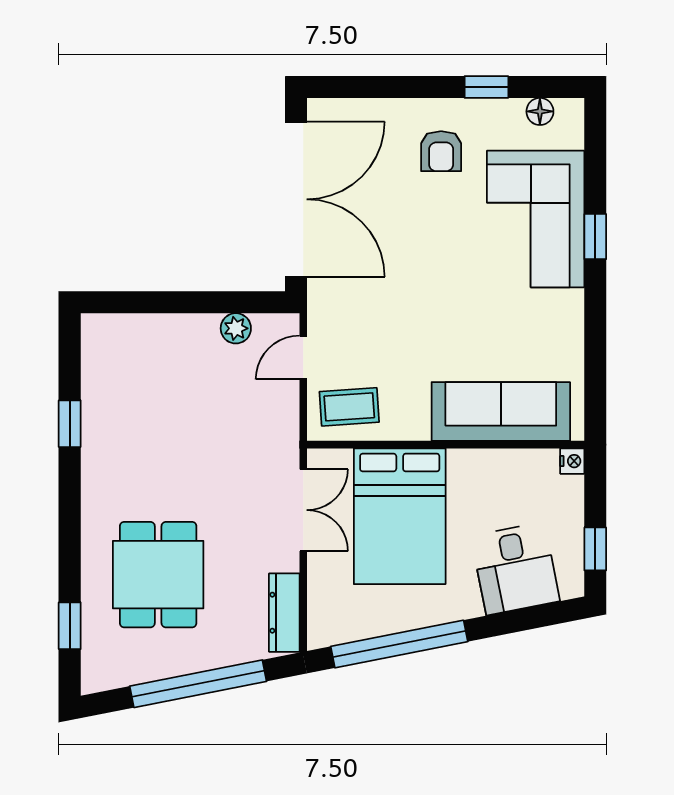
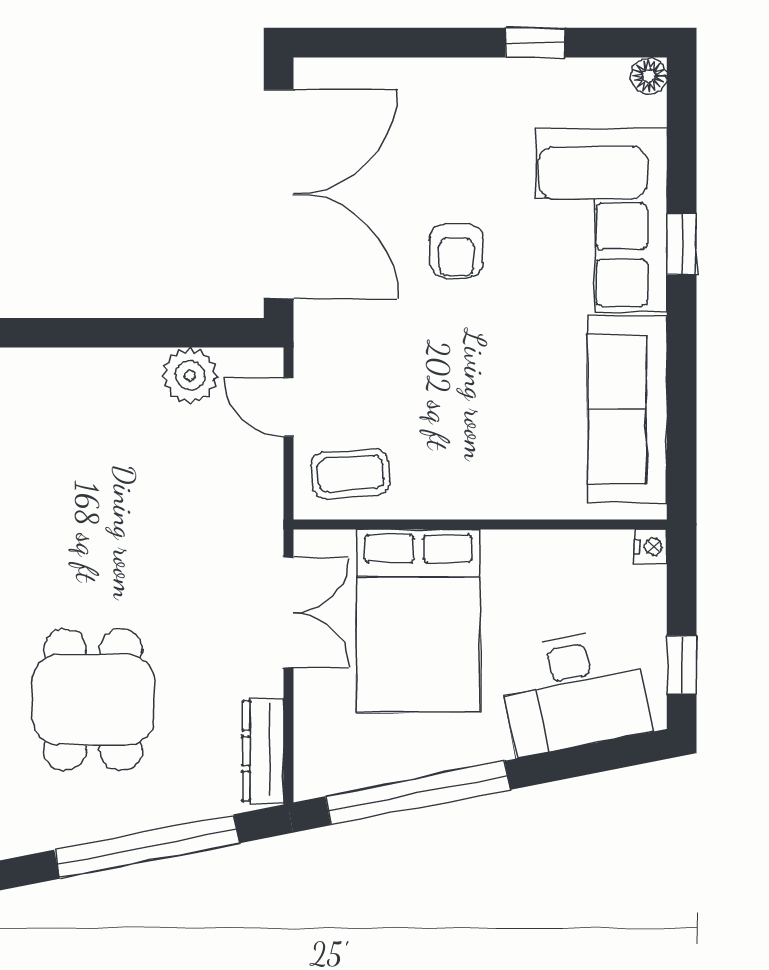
floor lamp: (540, 111) -> (649, 76), moved
armchair: (441, 151) -> (456, 251), moved
plant: (236, 328) -> (190, 376), width x1.38, depth x1.38
door: (303, 357) -> (288, 407), hinge flipped
sofa: (501, 412) -> (627, 410), moved, turned -90
desk: (515, 569) -> (574, 691), width x1.37

